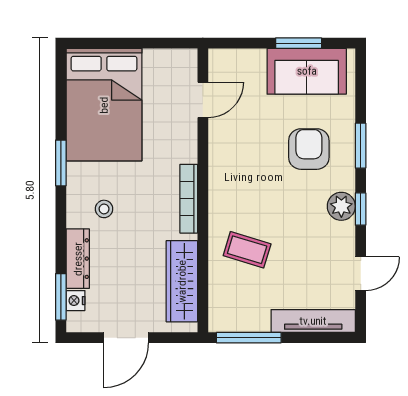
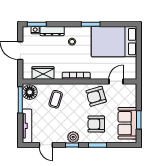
door: (203, 100) -> (116, 81), swing flipped
armchair: (240, 149) -> (96, 96), added
armchair: (309, 149) -> (96, 124), turned 180
wardrobe: (182, 281) -> (43, 73), width x0.67
floor lamp: (230, 314) -> (30, 92), added

